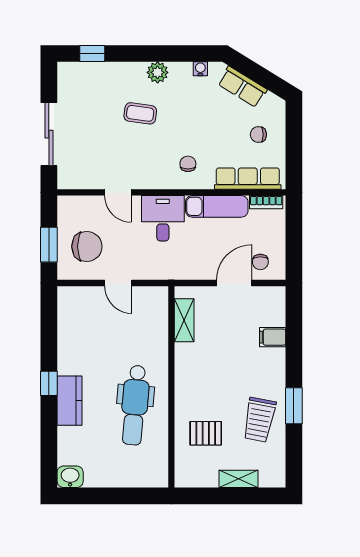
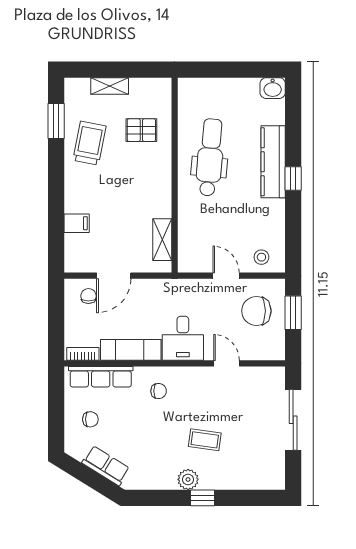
window: (92, 53) -> (202, 498), moved
water cooler: (200, 69) -> (147, 483), removed
chair: (188, 164) -> (159, 391), turned -90
stool: (82, 302) -> (261, 257), added
kitchen counter: (70, 401) -> (273, 162), width x1.50
window: (294, 406) -> (56, 121), moved

